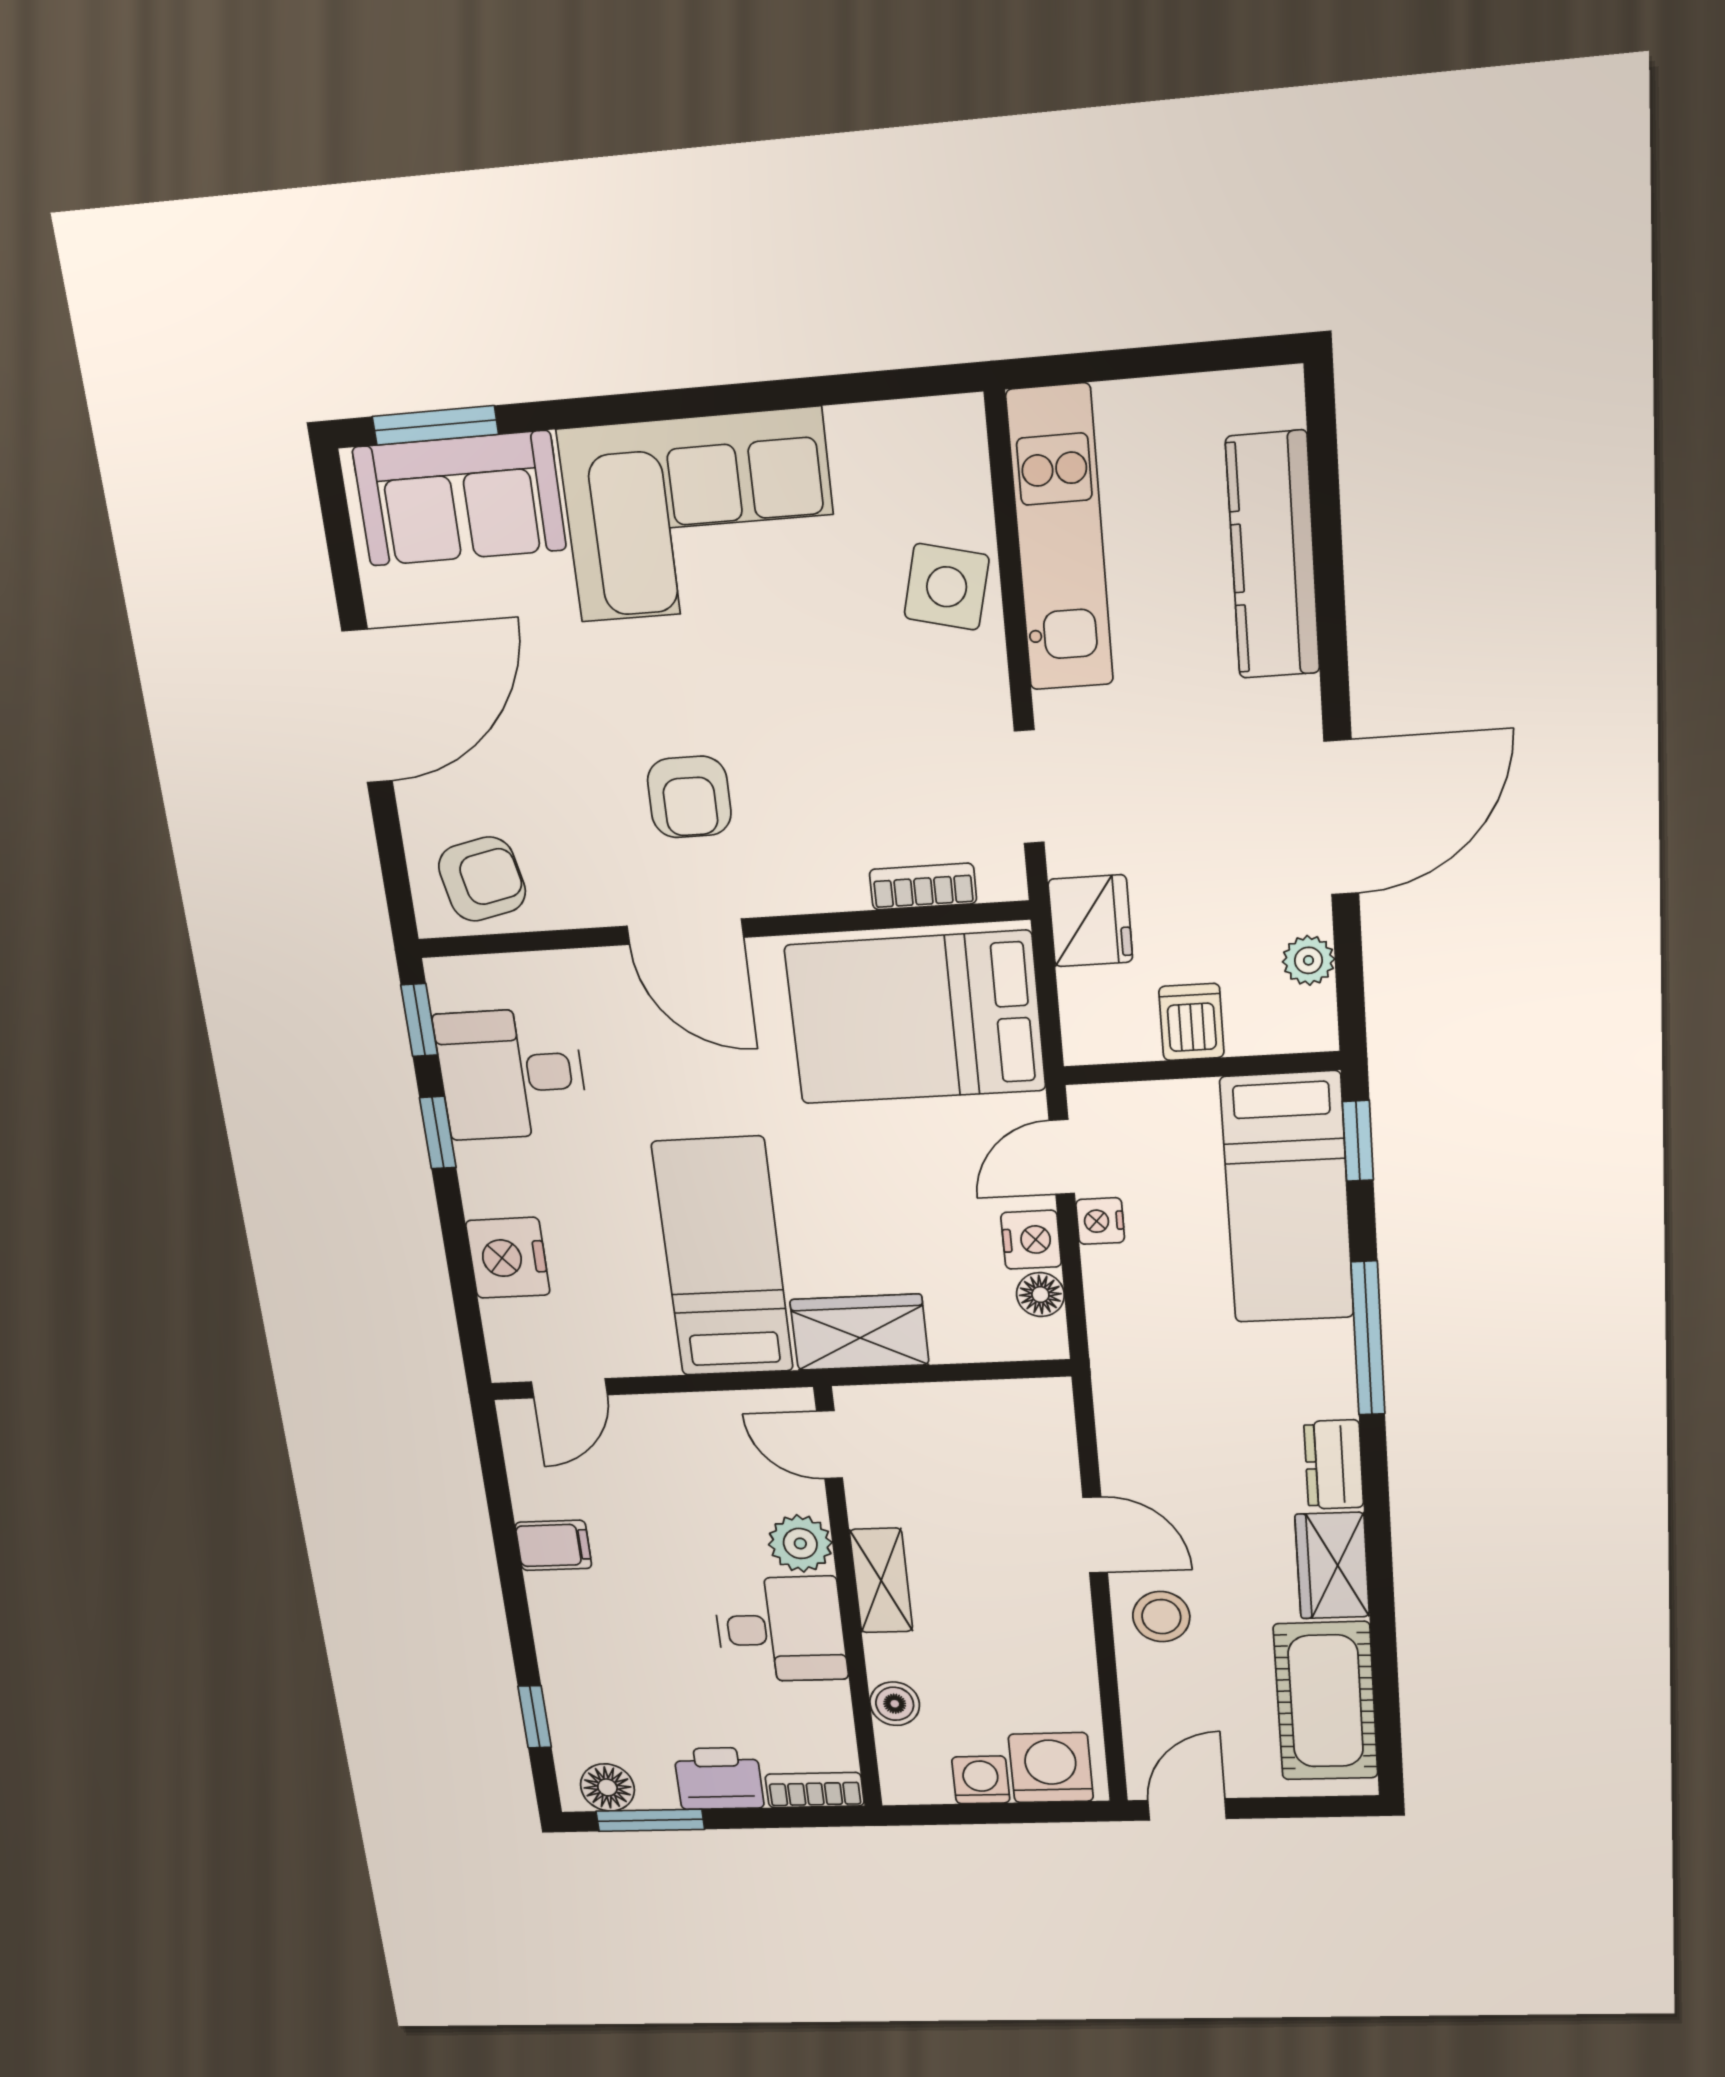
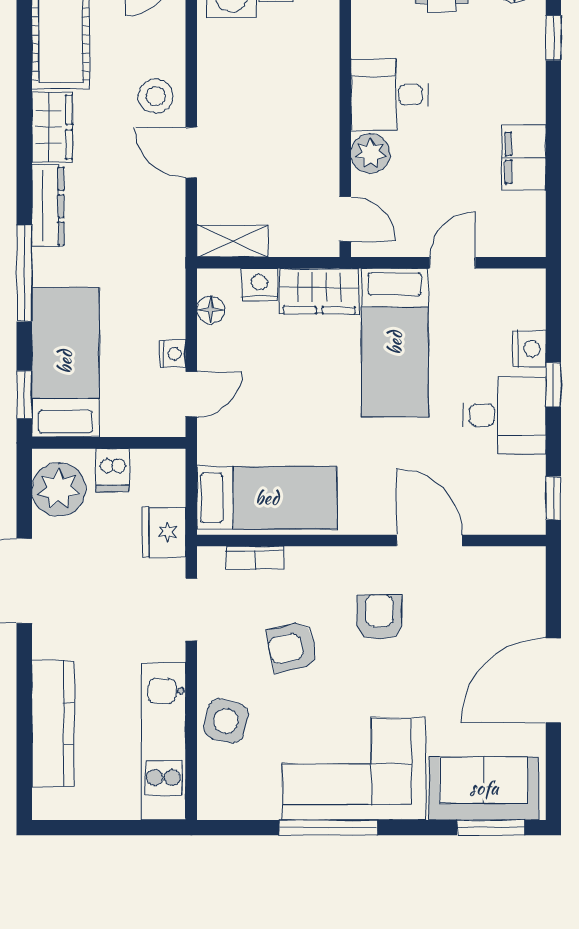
window: (734, 399) -> (328, 828), added
armchair: (482, 879) -> (292, 647), moved
door: (685, 932) -> (430, 540), moved
plant: (1308, 960) -> (59, 489), width x1.87, depth x1.87
bed: (915, 1018) -> (267, 498), width x0.67
desk: (511, 1074) -> (504, 415), moved
window: (438, 1133) -> (553, 385), moved
nightstand: (1031, 1240) -> (259, 285), moved, turned 90
nightstand: (508, 1258) -> (529, 349), width x0.74, depth x0.75
door: (569, 1388) -> (453, 263), moved
dresser: (1334, 1465) -> (48, 206), width x1.44
filing cabinet: (553, 1545) -> (524, 158), width x2.00
shelving: (881, 1581) -> (232, 241), moved, turned 90
boiler: (895, 1704) -> (324, 41), removed

